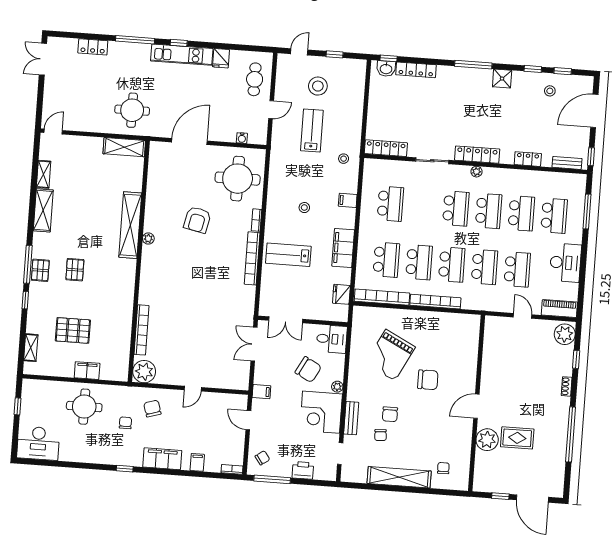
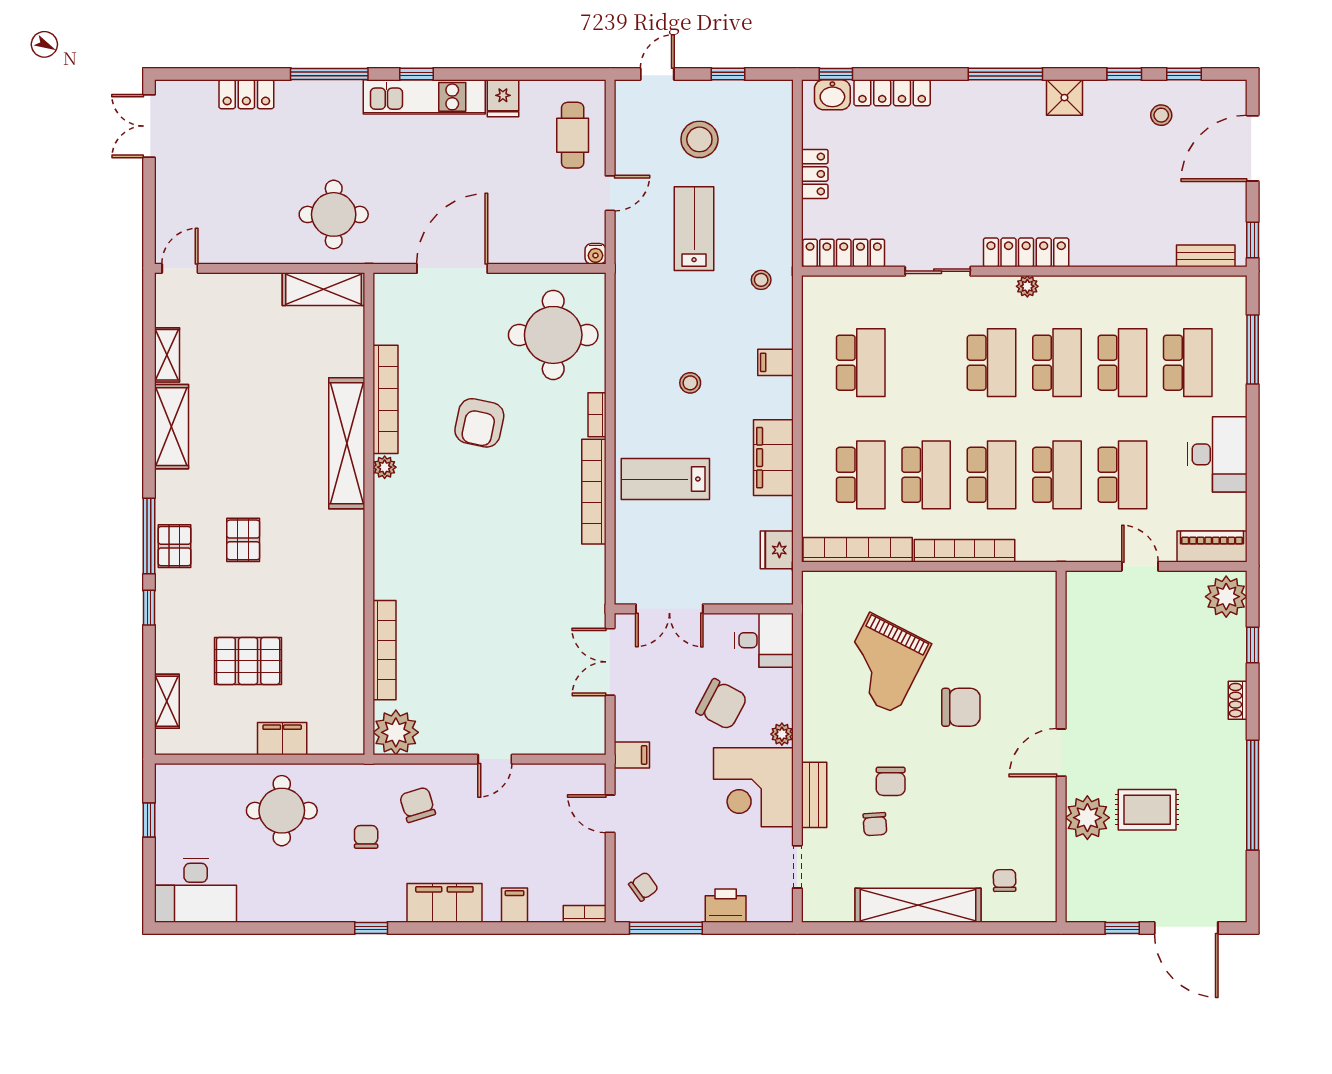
water cooler: (242, 138) -> (595, 254), moved
locker: (528, 159) -> (815, 174), moved, turned 90
bookcase: (151, 205) -> (385, 399), added

